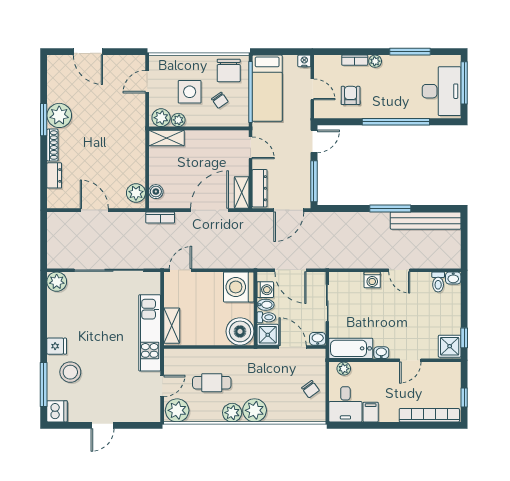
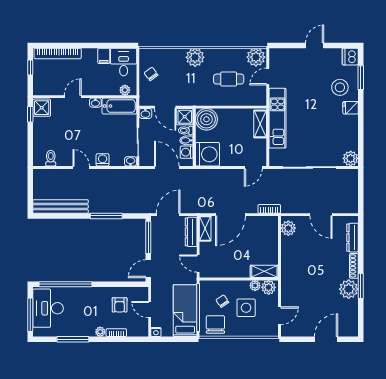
door: (88, 52) -> (326, 339), hinge flipped
window: (396, 122) -> (65, 284), moved
dresser: (54, 175) -> (353, 238), width x1.44
boiler: (156, 192) -> (273, 229), removed
window: (390, 208) -> (106, 216), moved
washbasin: (453, 278) -> (131, 161), moved
window: (44, 384) -> (361, 78), width x0.69
plant: (232, 413) -> (213, 55), removed

